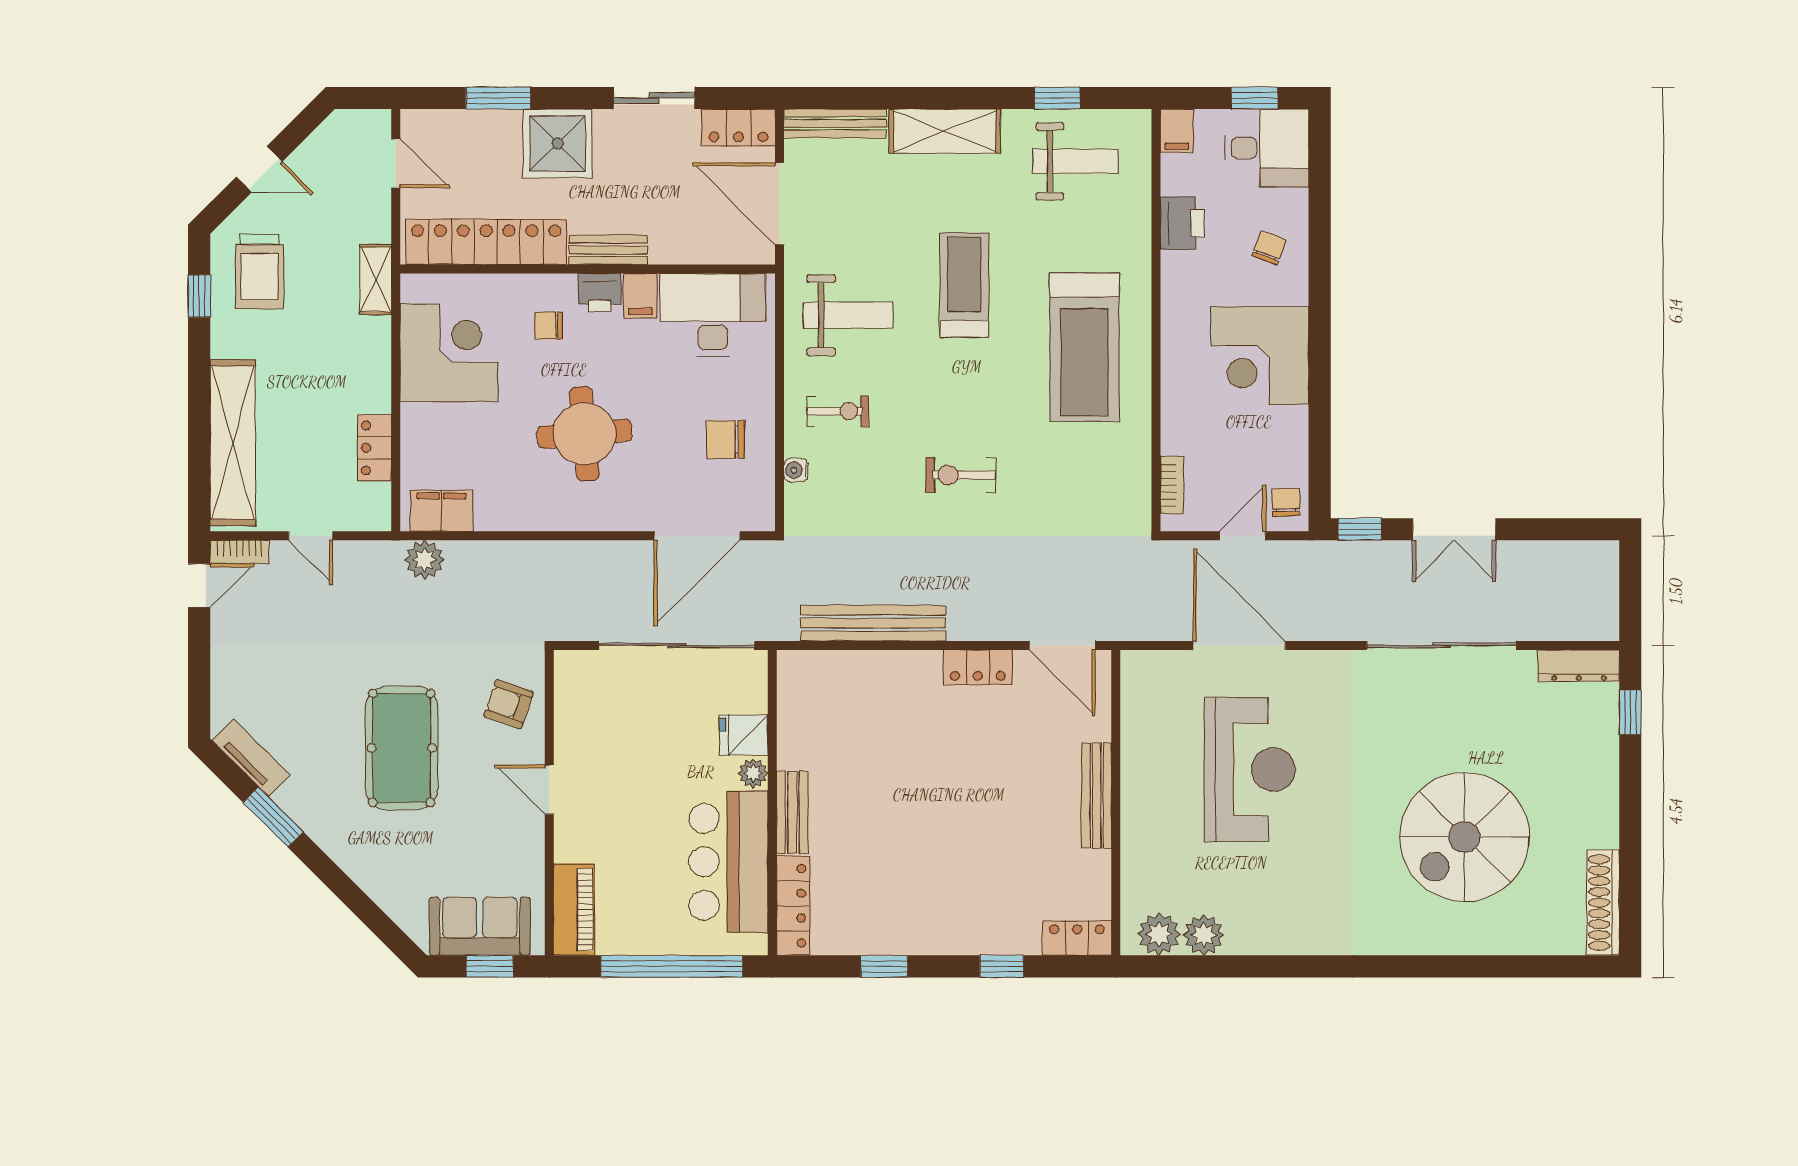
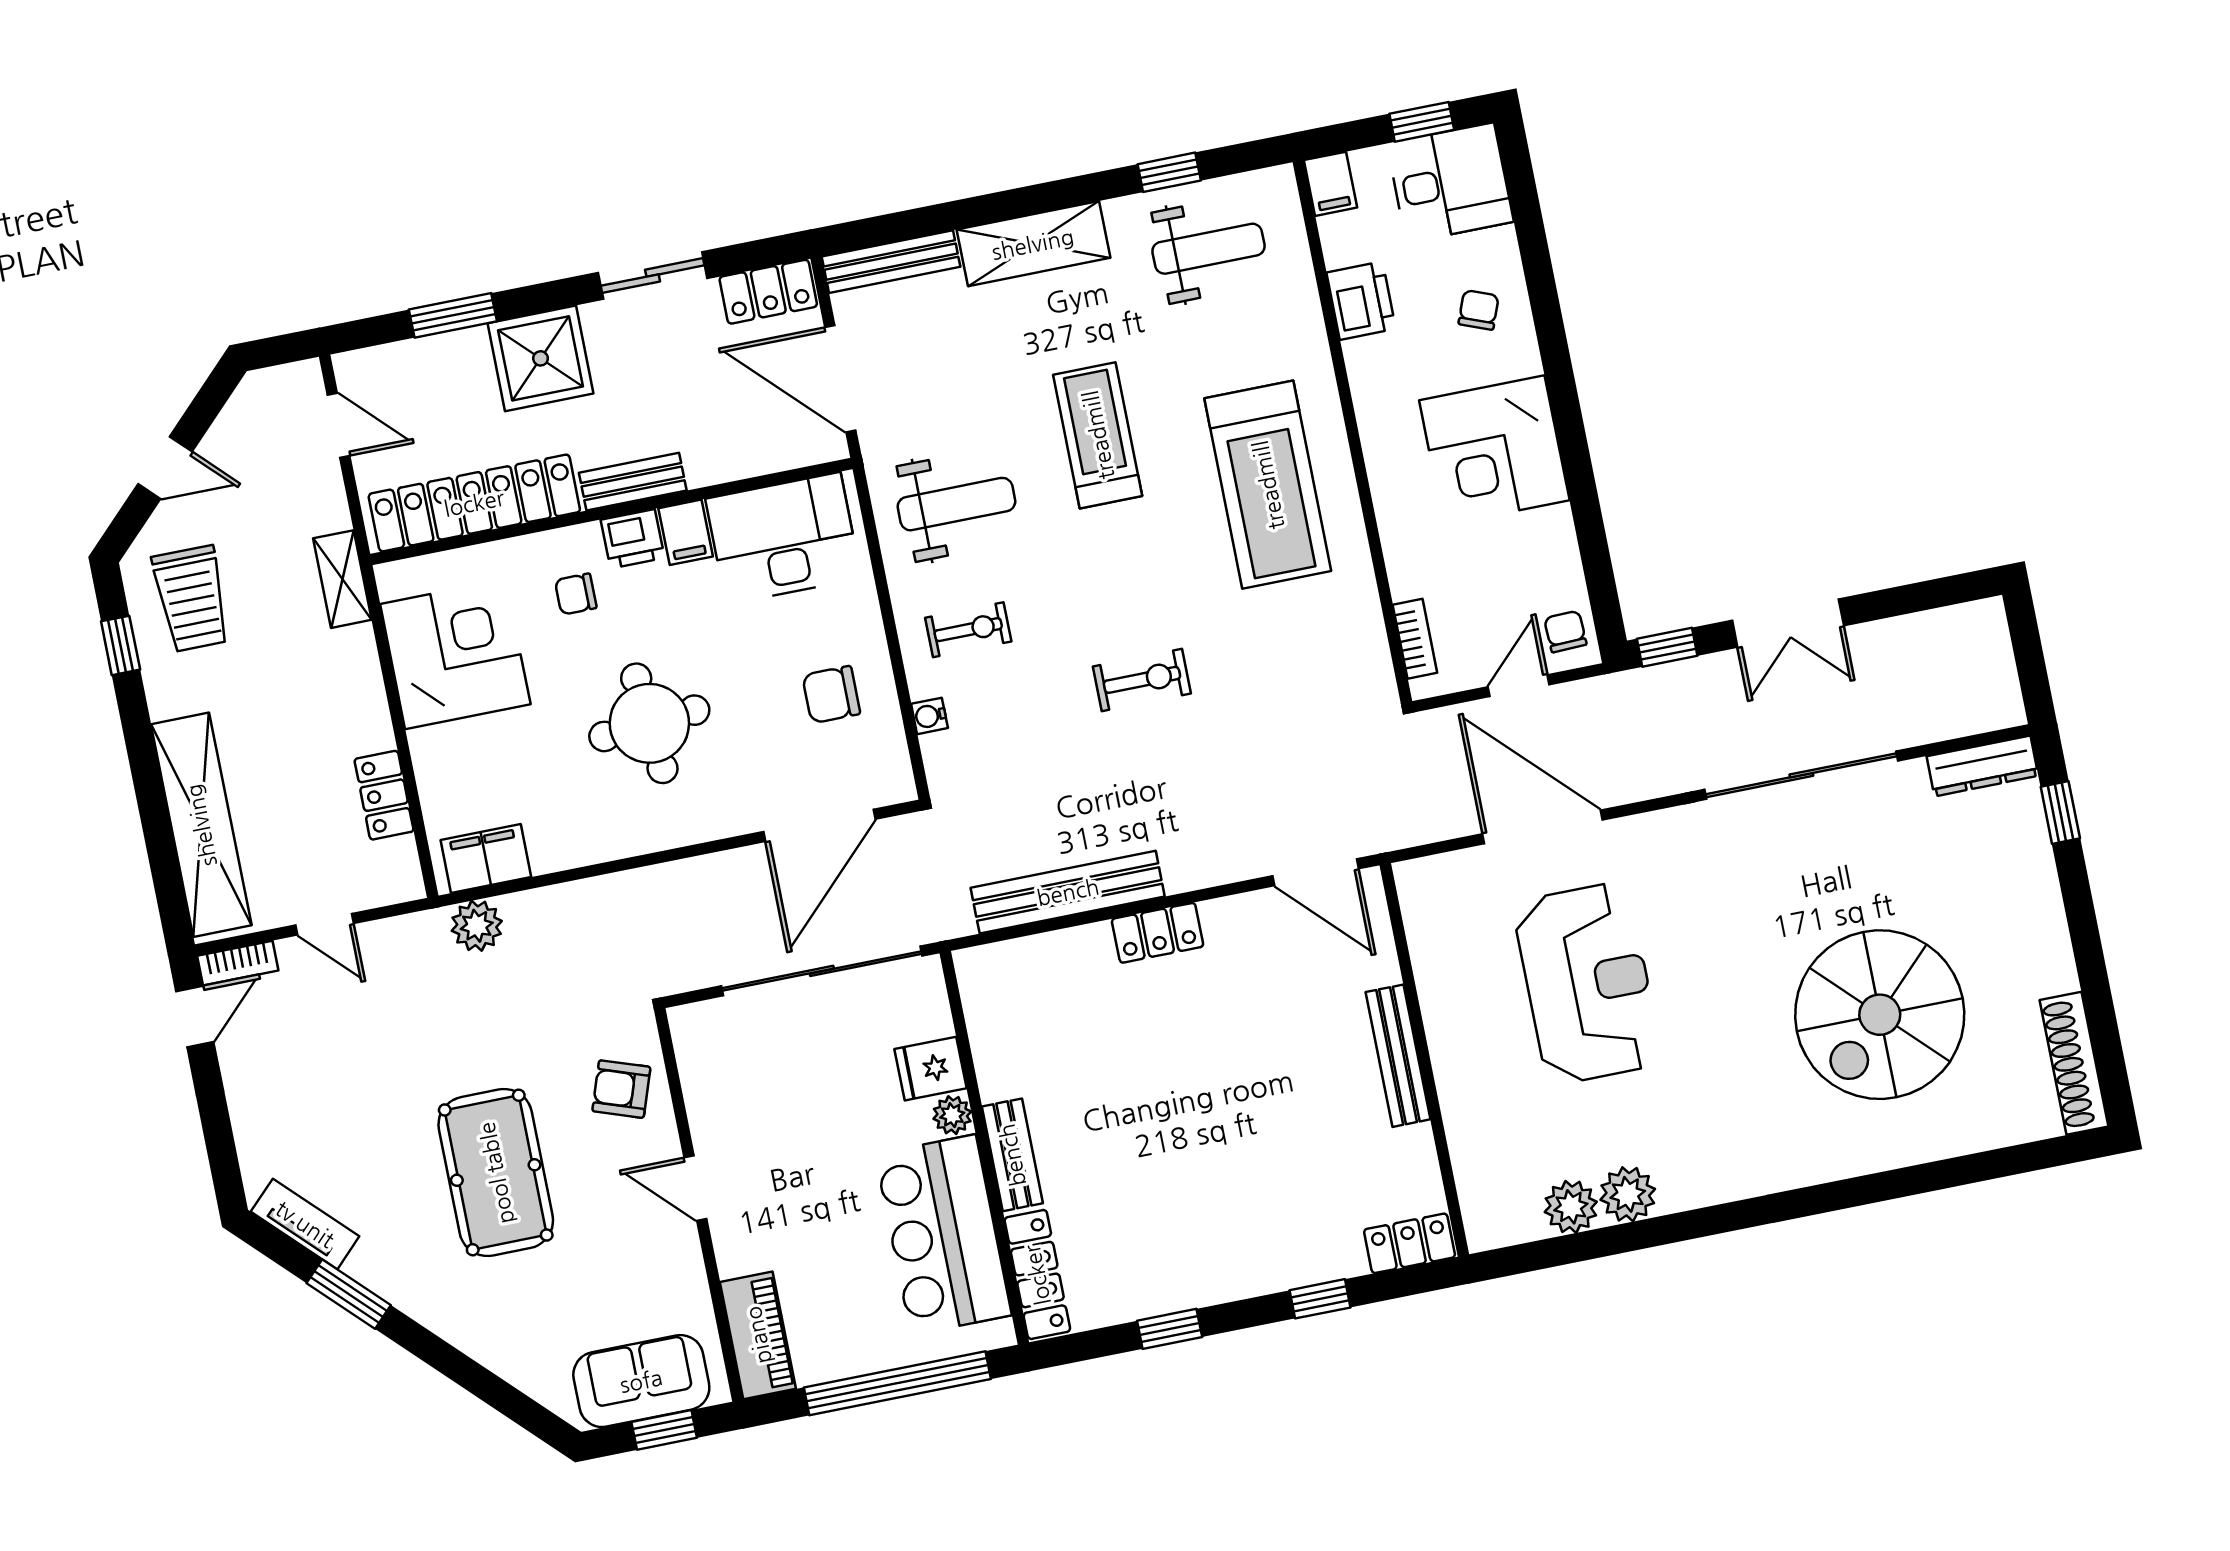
exercise bike: (961, 475) -> (1142, 680), turned 180
locker: (978, 667) -> (1158, 933), moved
plant: (1159, 934) -> (1628, 1194), moved

